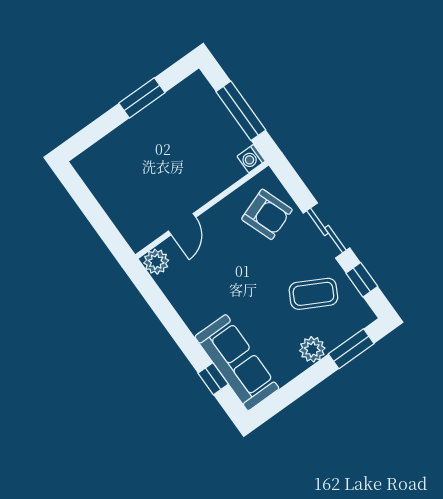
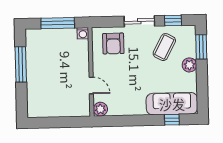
window: (142, 98) -> (21, 64), width x1.44
armchair: (267, 214) -> (113, 44), turned 110

